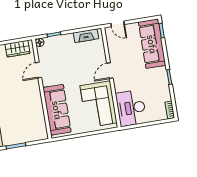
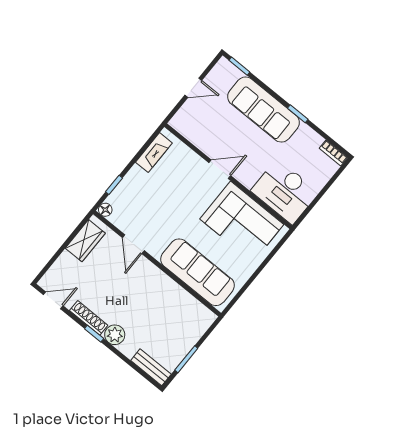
door: (118, 24) -> (193, 88), moved
sofa: (152, 44) -> (263, 110), moved
door: (110, 71) -> (220, 169), swing flipped

